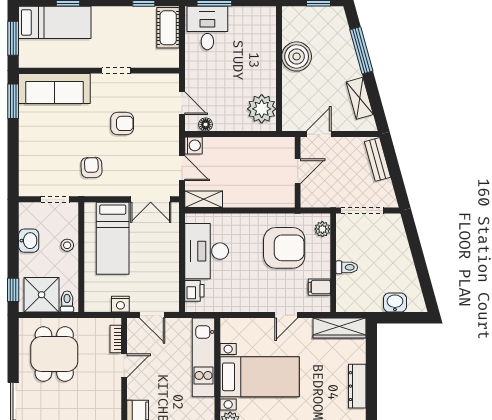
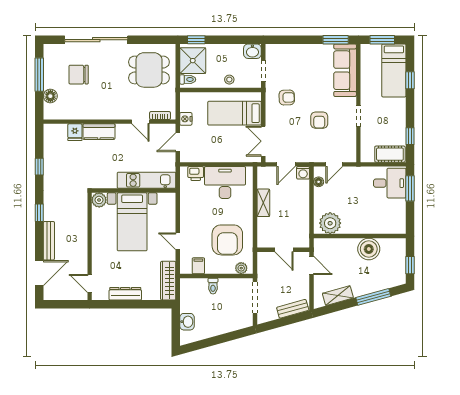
shelving: (204, 199) -> (263, 203), moved
washbasin: (29, 241) -> (252, 51), moved

